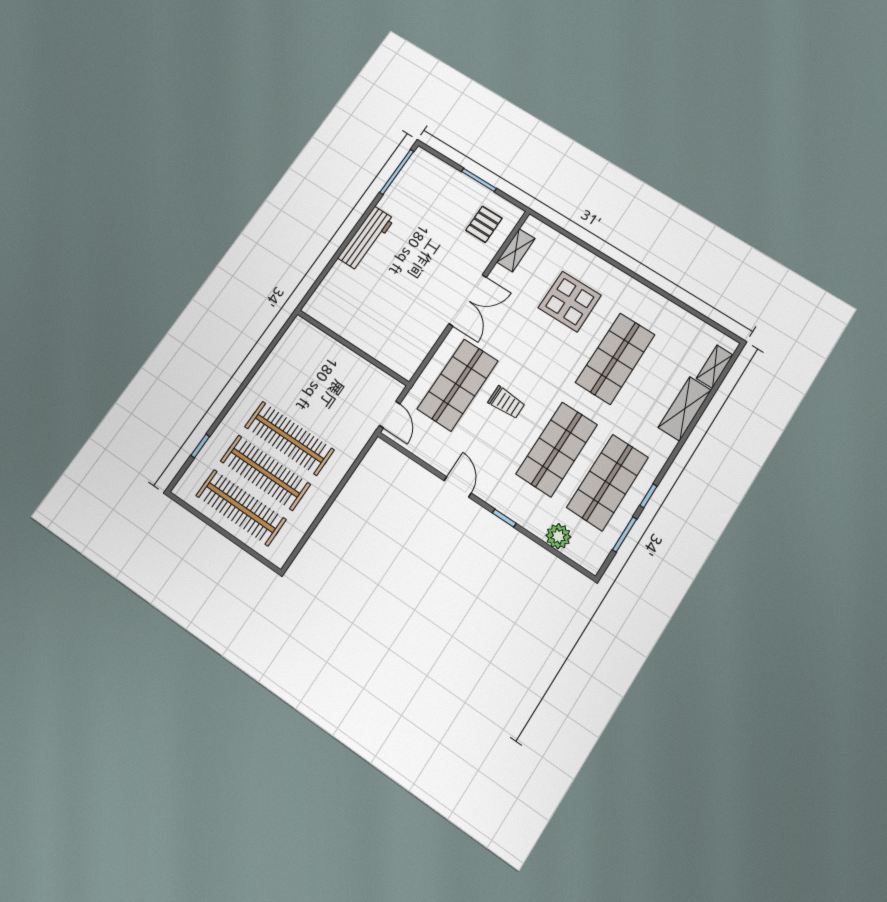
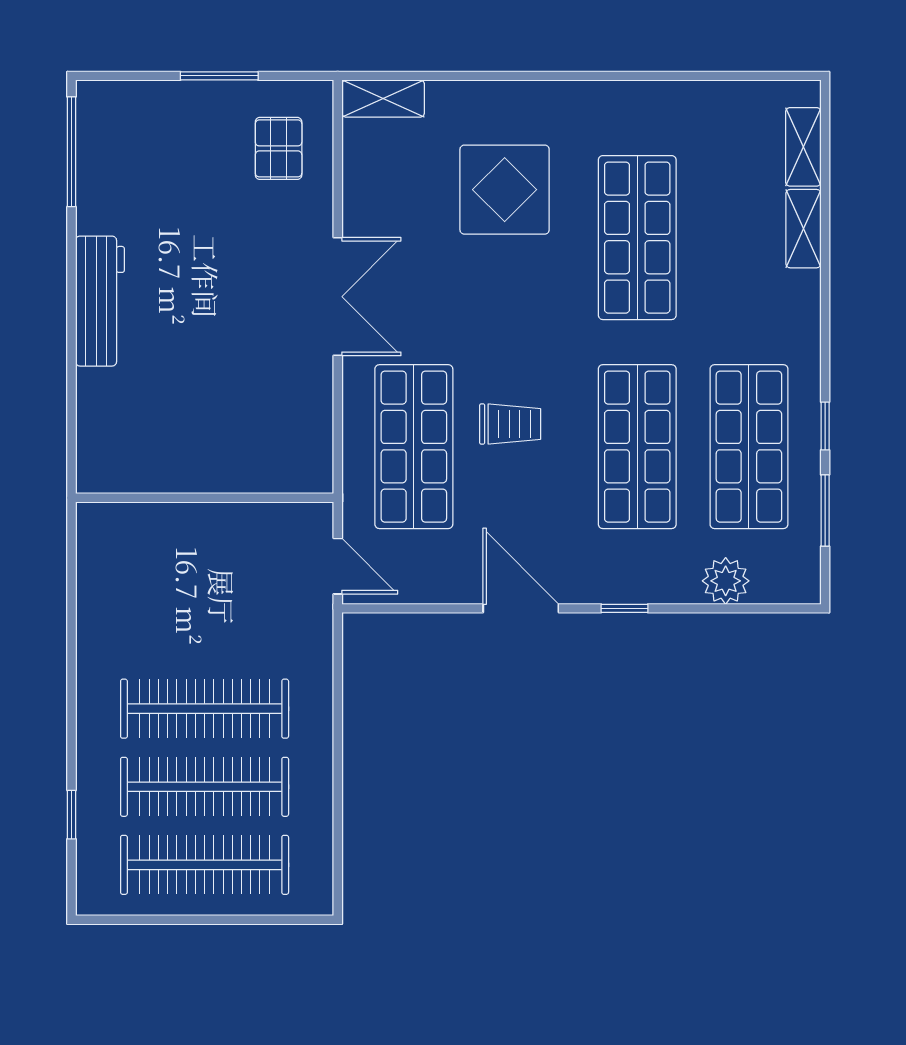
shelving: (516, 250) -> (383, 99), moved, turned 90
shelving: (685, 409) -> (803, 229), width x0.67, depth x0.75
door: (458, 487) -> (521, 608), width x1.38

